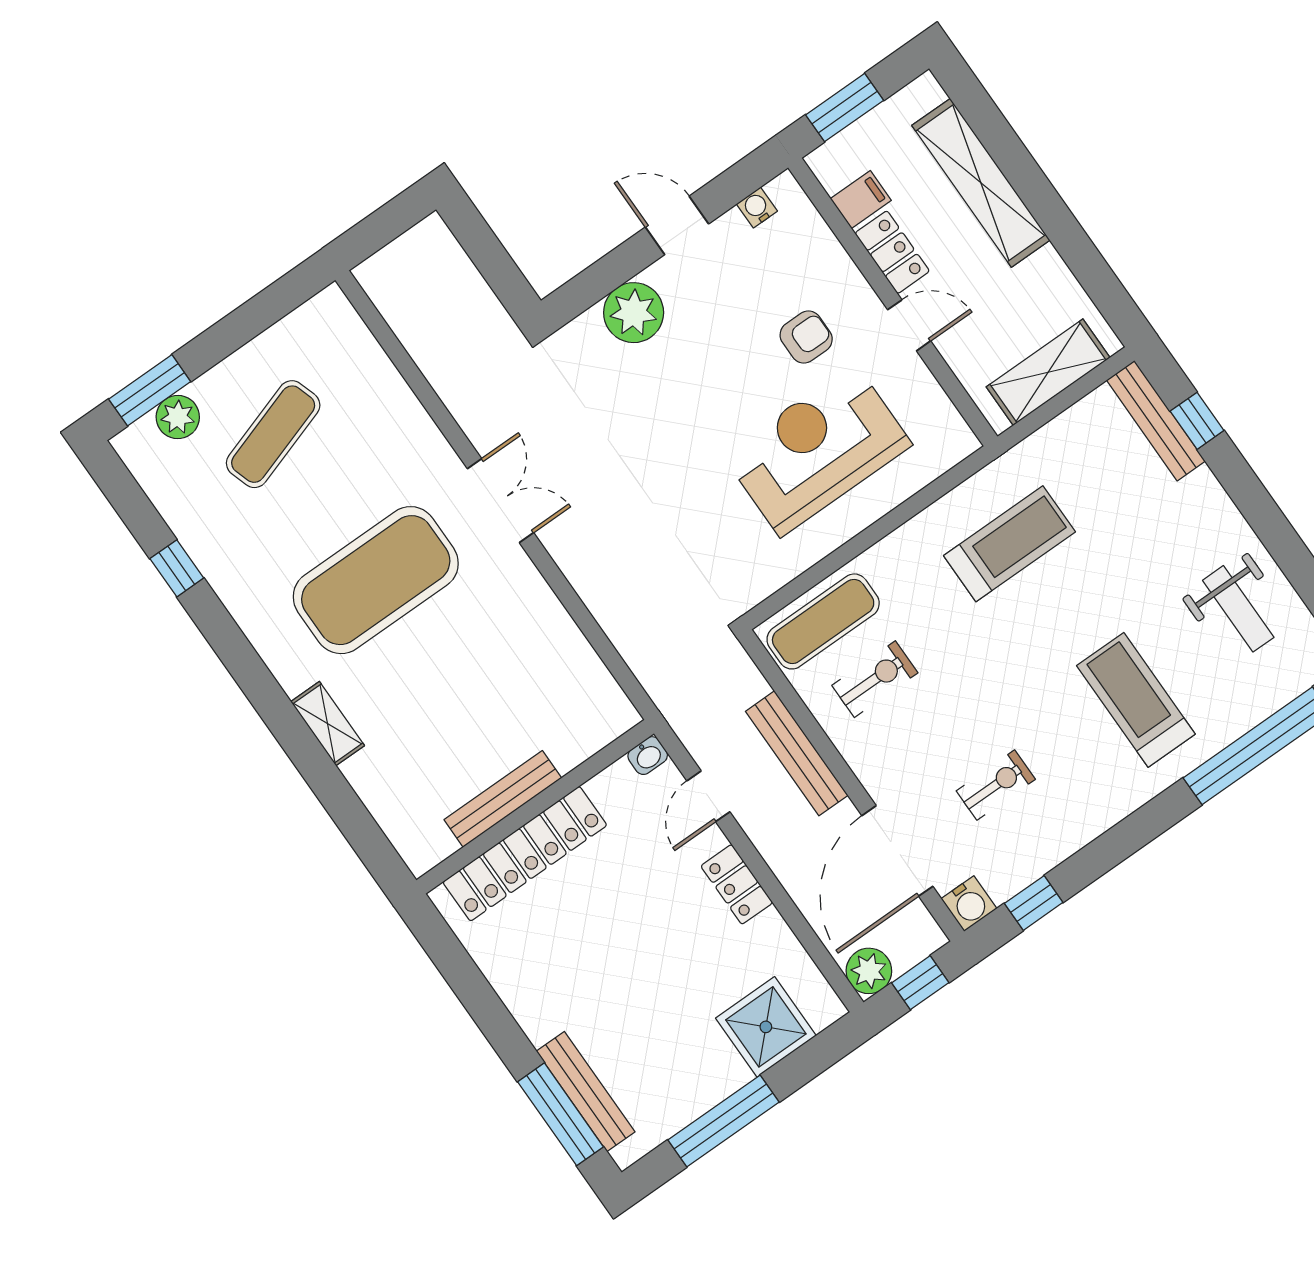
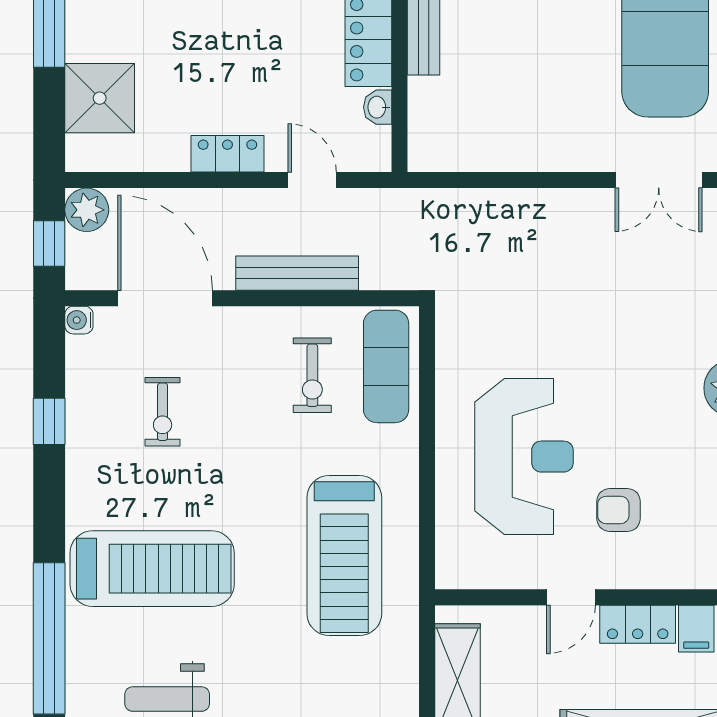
armchair: (806, 337) -> (619, 510), turned 90
treadmill: (1009, 544) -> (344, 556), width x1.37, depth x1.38
treadmill: (1136, 700) -> (152, 569), width x1.37, depth x1.38
washbasin: (648, 756) -> (378, 107), moved
window: (1034, 903) -> (49, 421), moved
water cooler: (969, 904) -> (79, 320), width x0.72, depth x0.72

